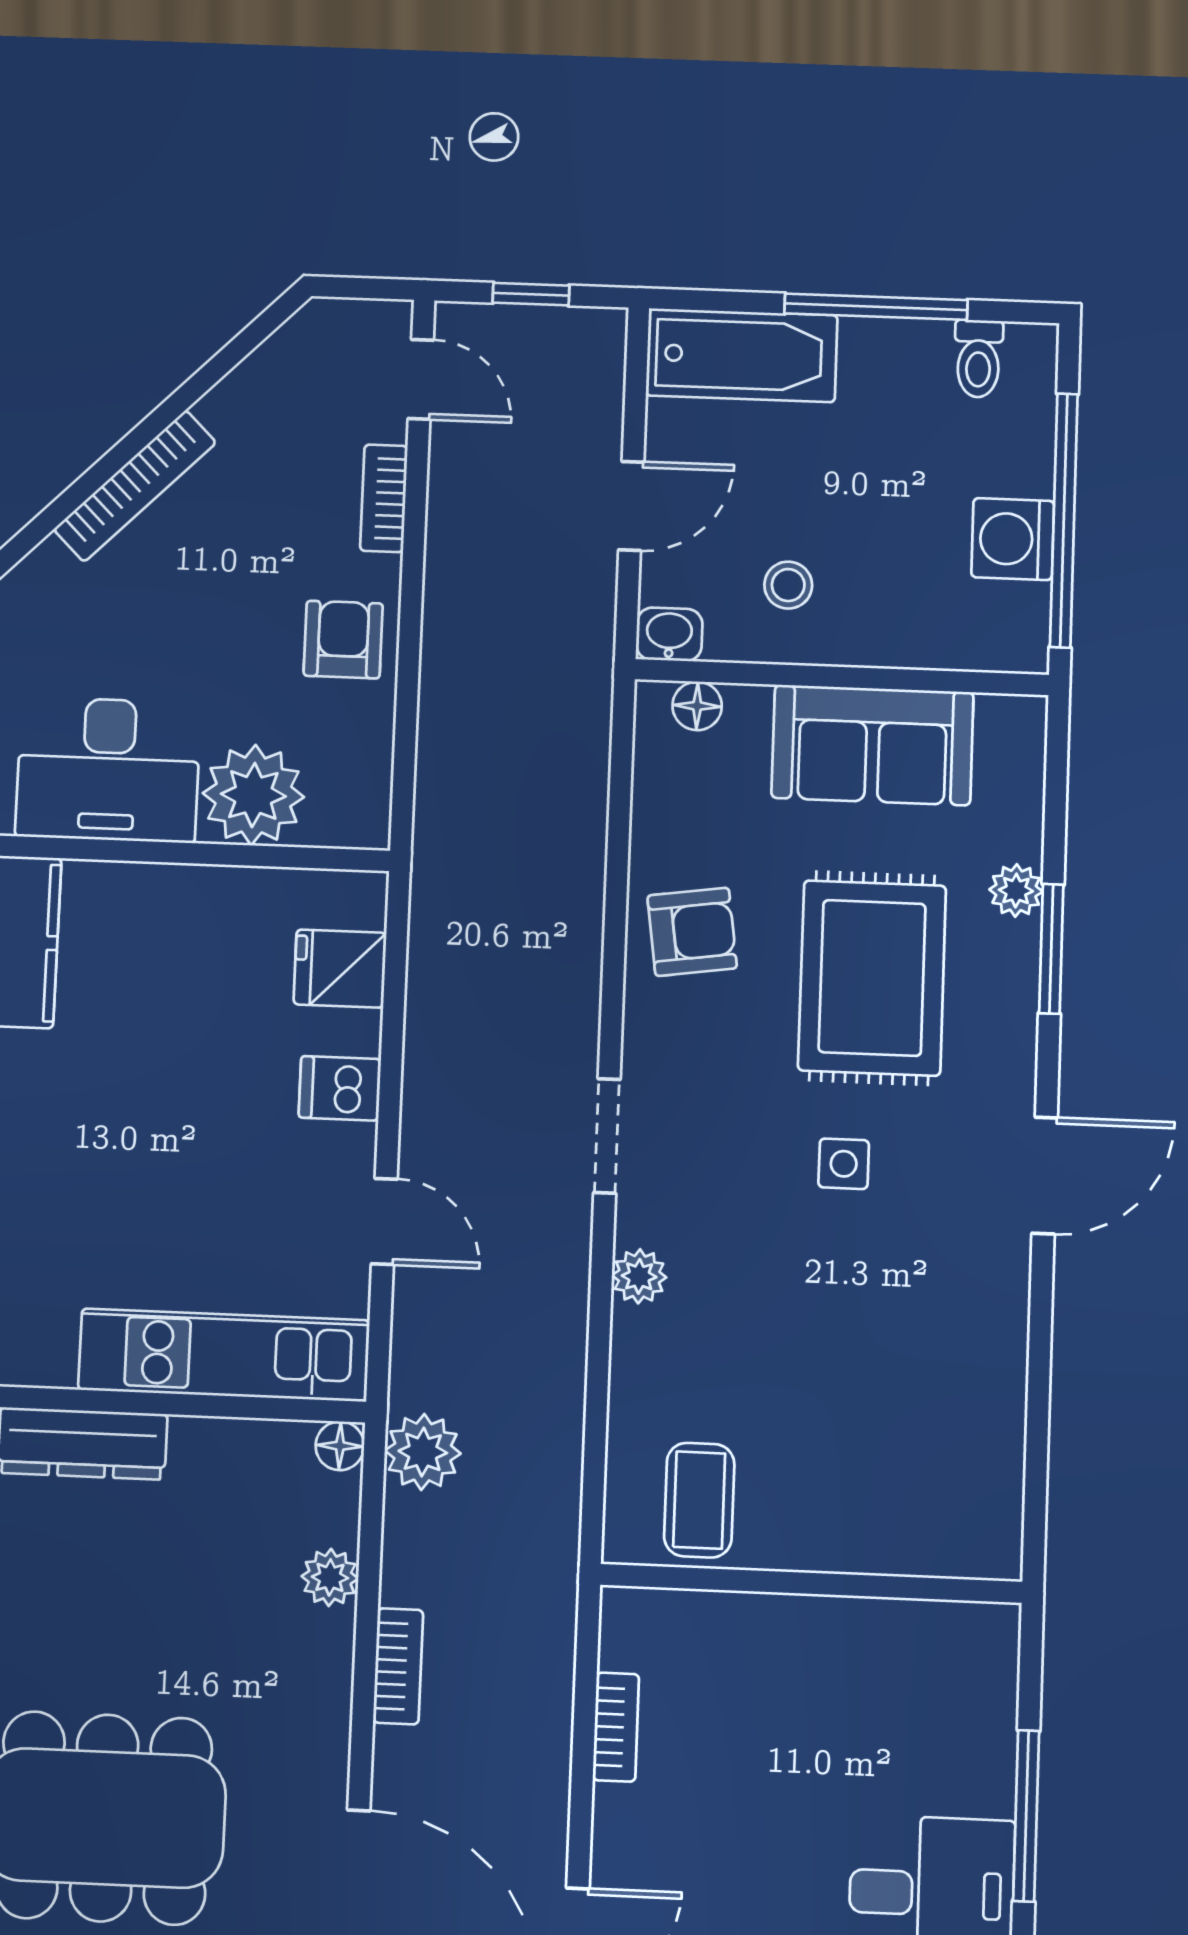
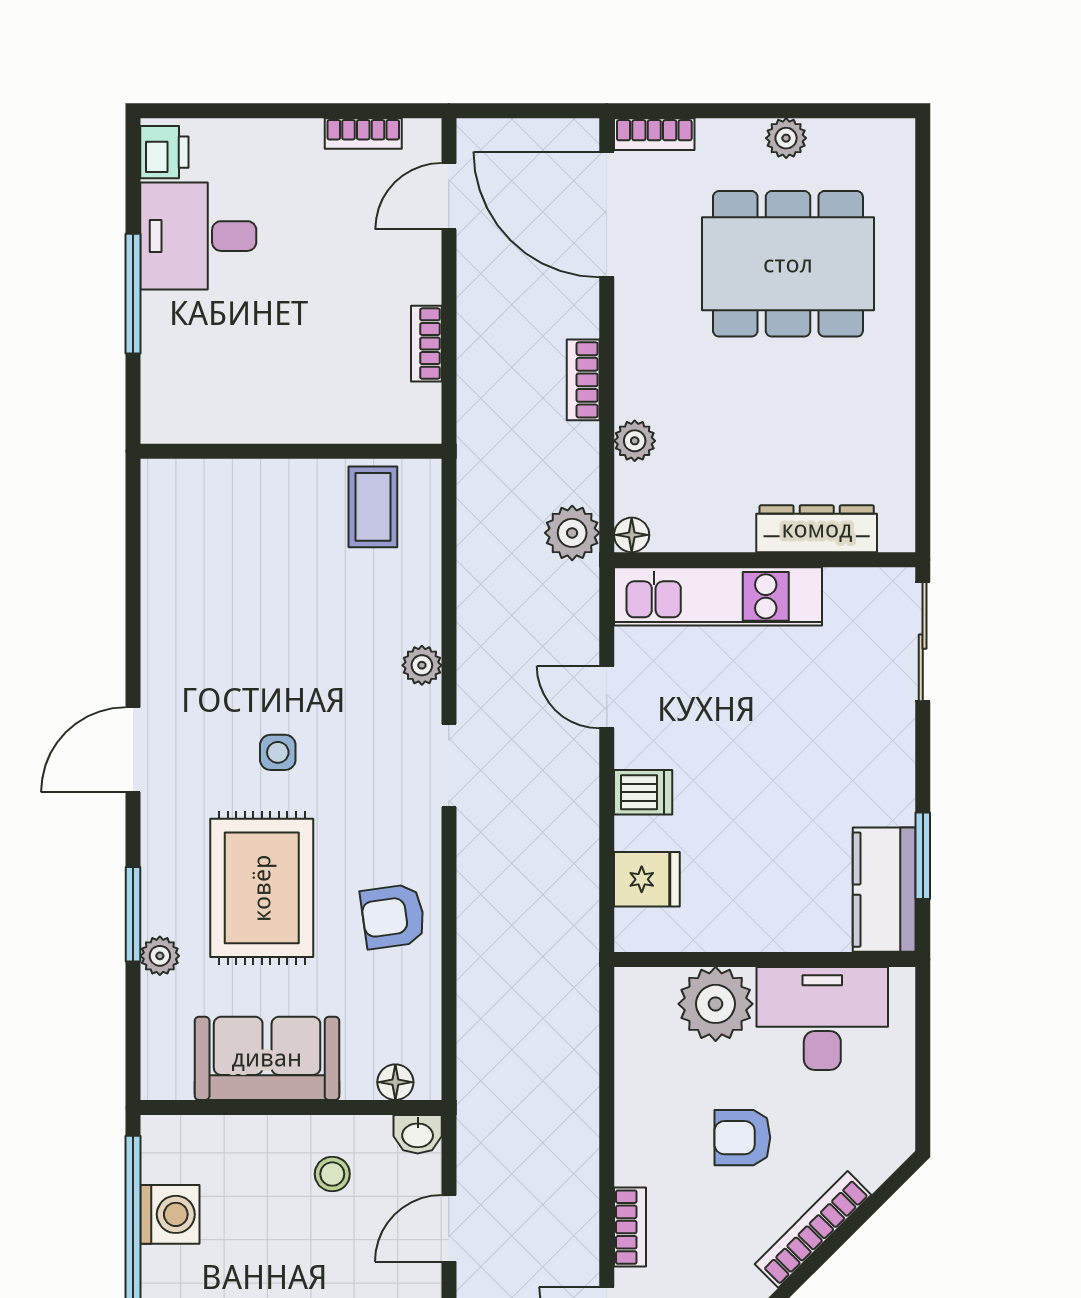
armchair: (343, 640) -> (742, 1138), moved, turned 90

